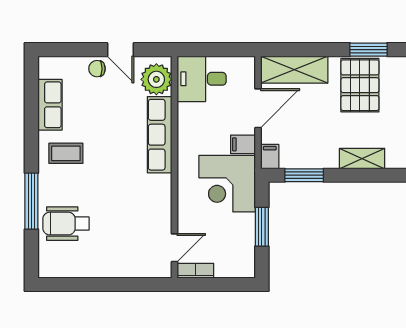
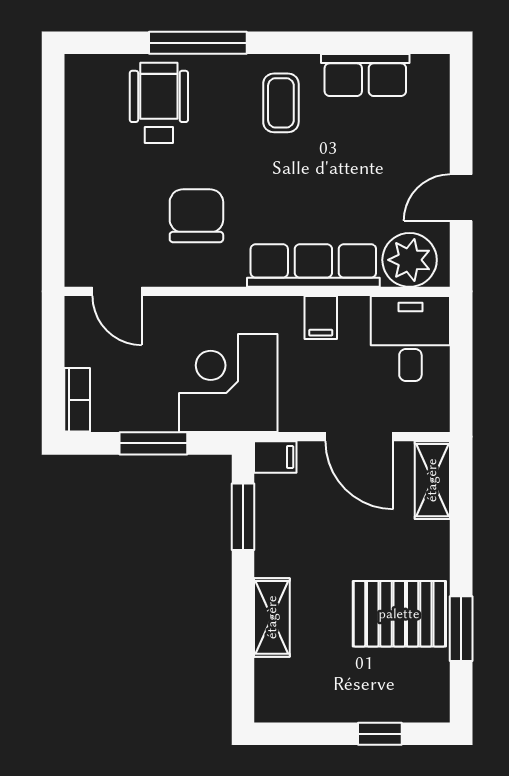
chair: (97, 69) -> (196, 216), moved, width x1.87, depth x1.87
shelving: (294, 70) -> (432, 480), width x0.67, depth x0.75
filing cabinet: (243, 144) -> (321, 318), moved, turned 180
bookcase: (195, 271) -> (77, 400), moved

